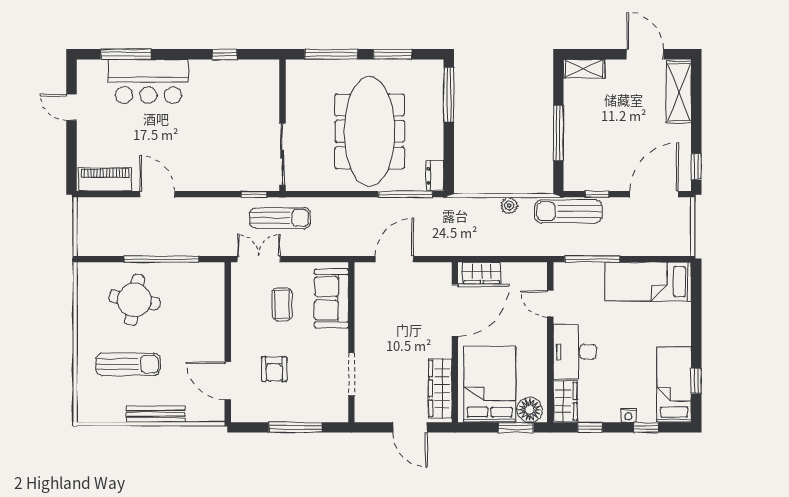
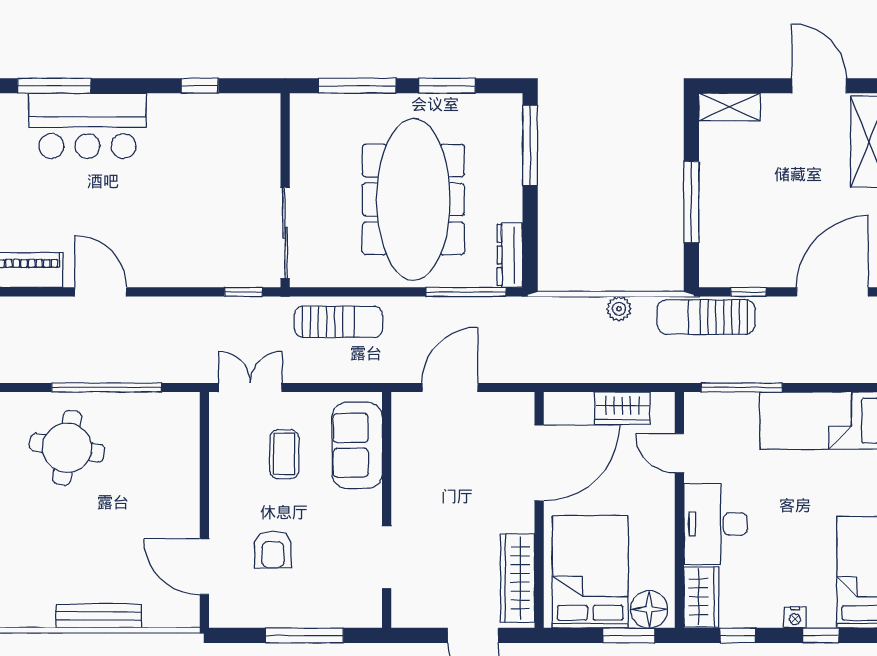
dresser: (435, 176) -> (510, 255), width x1.44
sun lounger: (280, 218) -> (338, 322), moved
wardrobe: (482, 273) -> (622, 408), moved
sun lounger: (128, 364) -> (58, 542), removed

